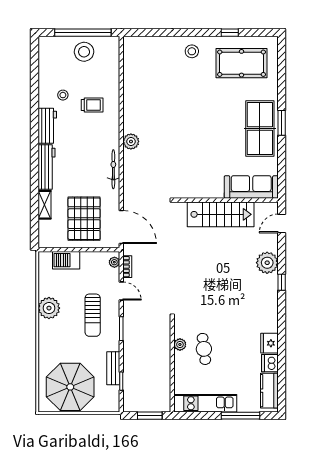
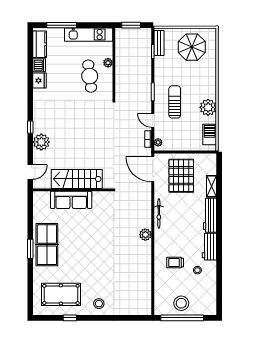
sofa: (251, 187) -> (71, 200), moved
barbecue: (66, 260) -> (210, 134), moved, turned -90
plant: (180, 344) -> (108, 63), moved
cafe table: (204, 349) -> (90, 76), width x1.37, depth x1.35
bench: (113, 368) -> (159, 43), moved
parasol: (70, 387) -> (192, 47), width x0.73, depth x0.73

